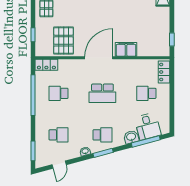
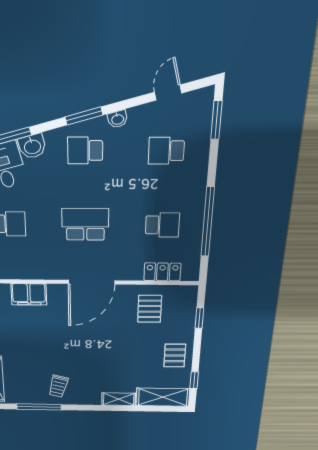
pallet: (64, 41) -> (150, 309), width x0.67, depth x0.71
filing cabinet: (126, 49) -> (29, 294), moved
locker: (46, 65) -> (162, 272), moved

